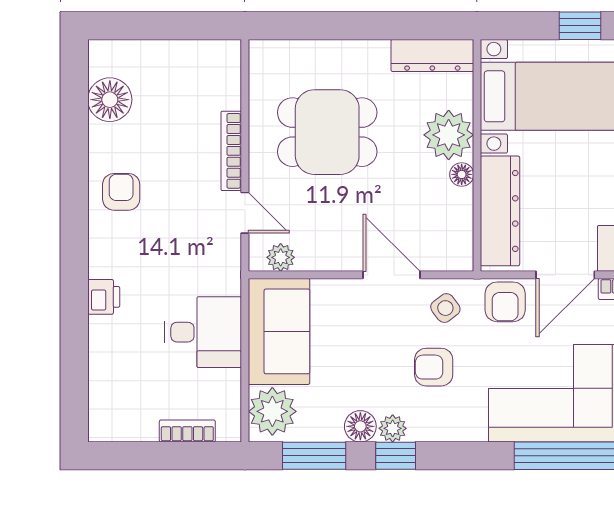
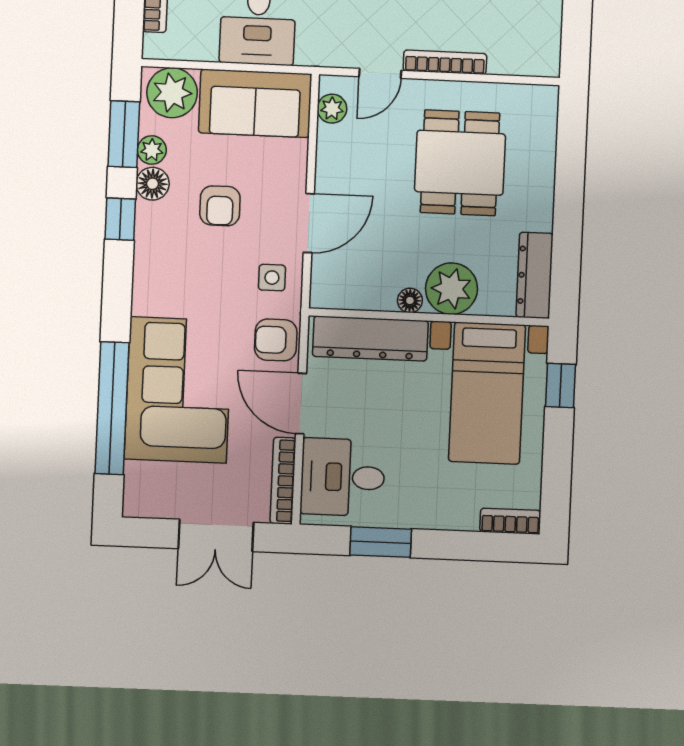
window: (580, 26) -> (561, 386), moved
side table: (445, 308) -> (272, 278), turned 37
armchair: (434, 367) -> (220, 206), moved, turned 180
plant: (393, 428) -> (152, 150), moved

